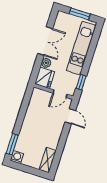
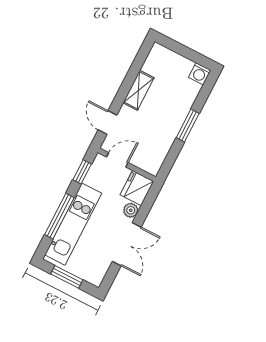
double door: (45, 41) -> (127, 244), swing flipped
window: (91, 52) -> (59, 216), added
window: (12, 144) -> (188, 125), moved
shelving: (48, 160) -> (138, 90), moved

